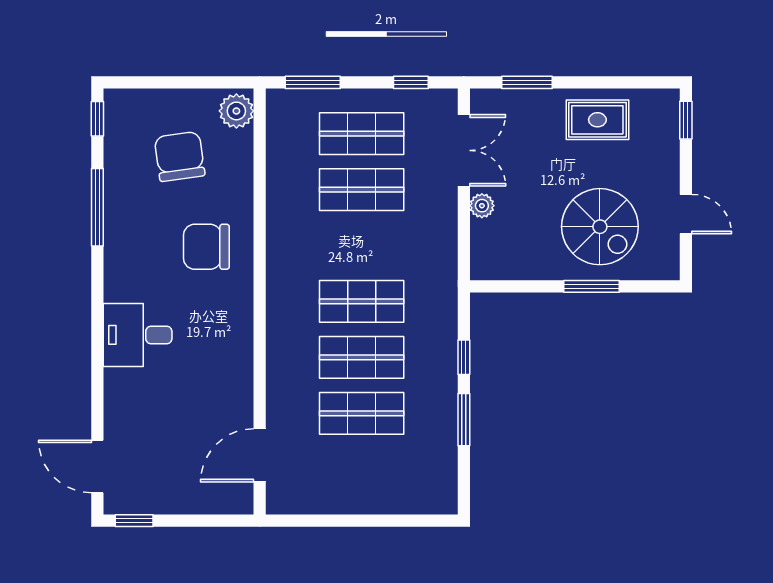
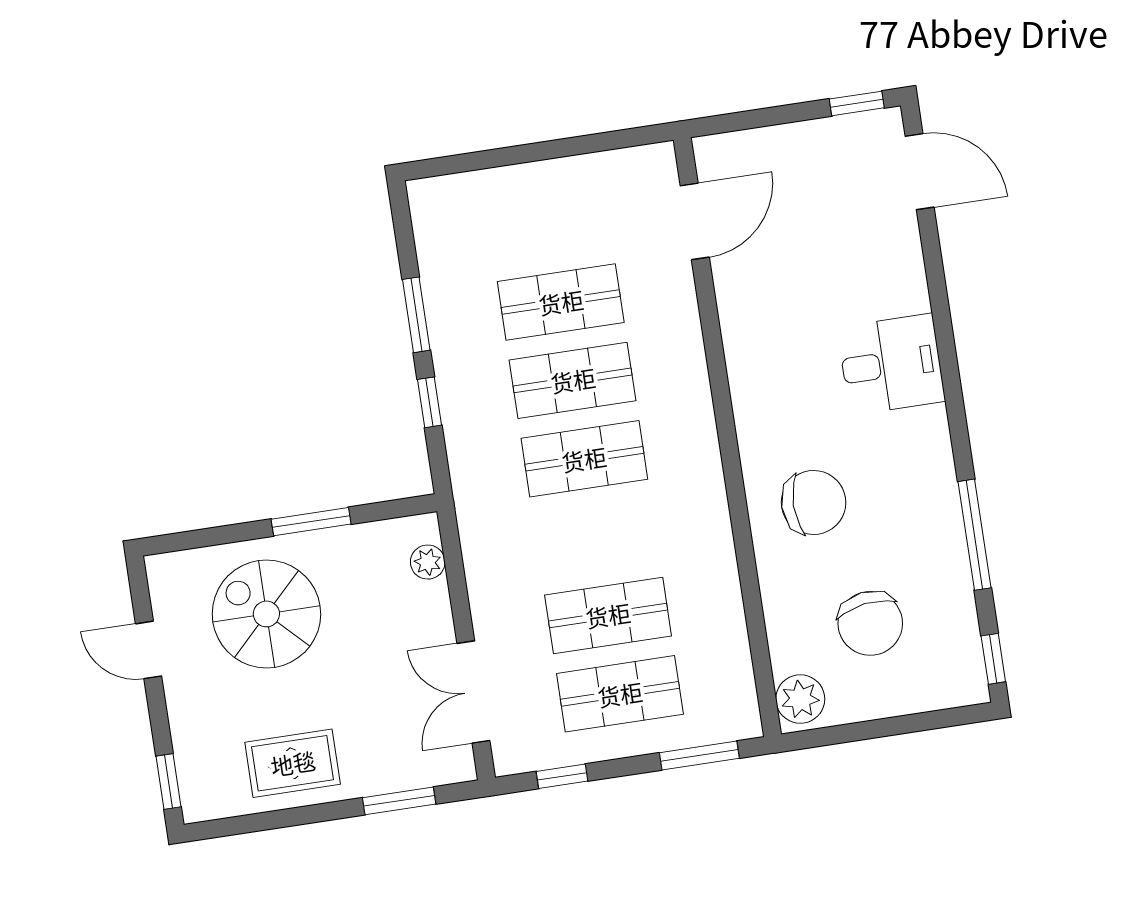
plant: (482, 206) -> (428, 562), moved
window: (592, 286) -> (311, 522), moved

